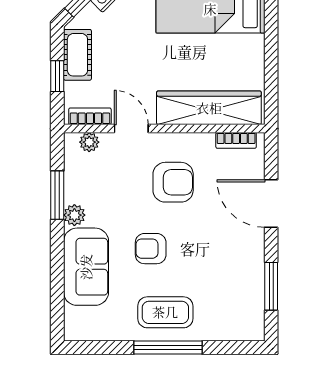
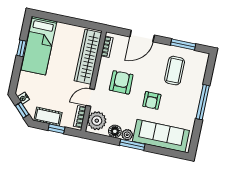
plant: (89, 142) -> (97, 121), width x1.88, depth x1.88
floor lamp: (76, 190) -> (115, 131), added
window: (57, 195) -> (132, 145), moved
sofa: (86, 267) -> (161, 136), width x1.36
coffee table: (165, 312) -> (175, 71), moved

